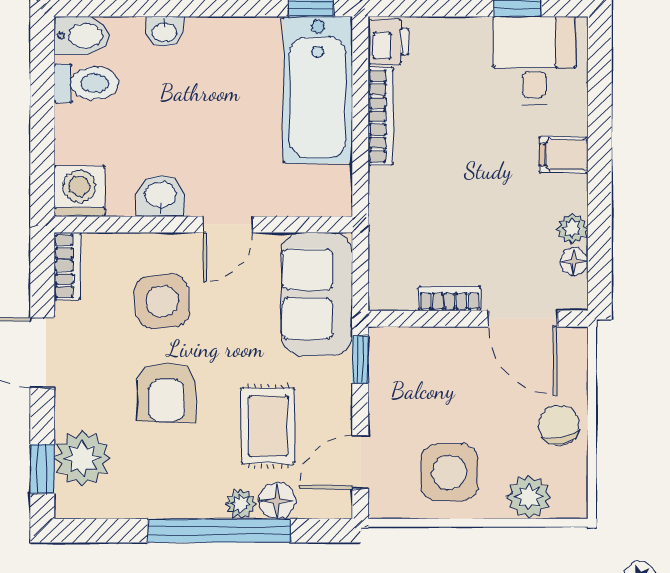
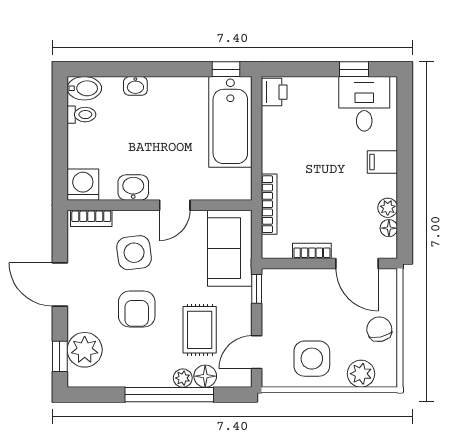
toilet: (86, 83) -> (81, 115), width x0.73, depth x0.72
bookcase: (381, 116) -> (269, 204), moved
bookcase: (67, 266) -> (91, 218), moved, turned 90

